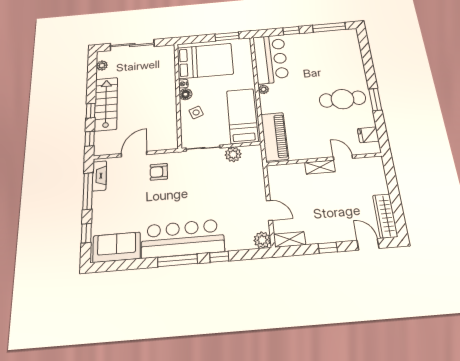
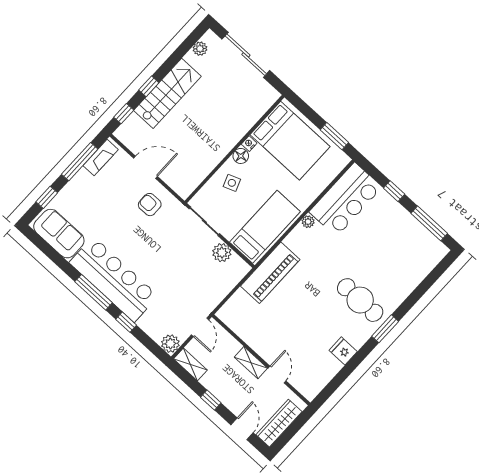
door: (343, 158) -> (277, 375), moved
wall: (324, 159) -> (261, 360), moved
shelving: (320, 167) -> (251, 363), moved

